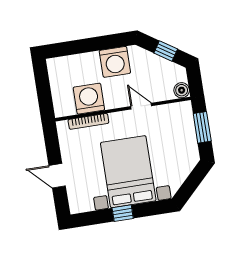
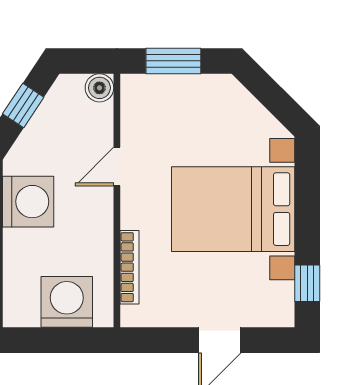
washing machine: (89, 99) -> (67, 302), moved, turned 90
window: (123, 213) -> (307, 283), moved

